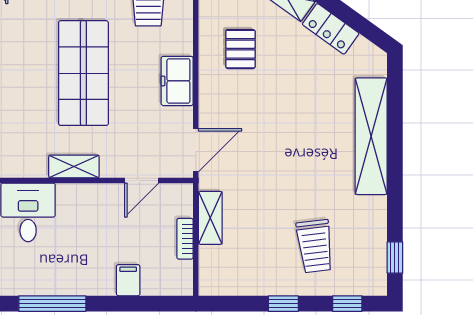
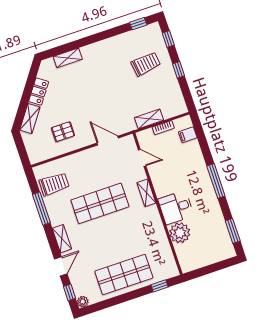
freezer: (177, 81) -> (89, 157), removed
shelving: (371, 136) -> (68, 58), width x0.45, depth x0.75
door: (196, 150) -> (108, 141), moved
filing cabinet: (128, 280) -> (188, 135), moved

